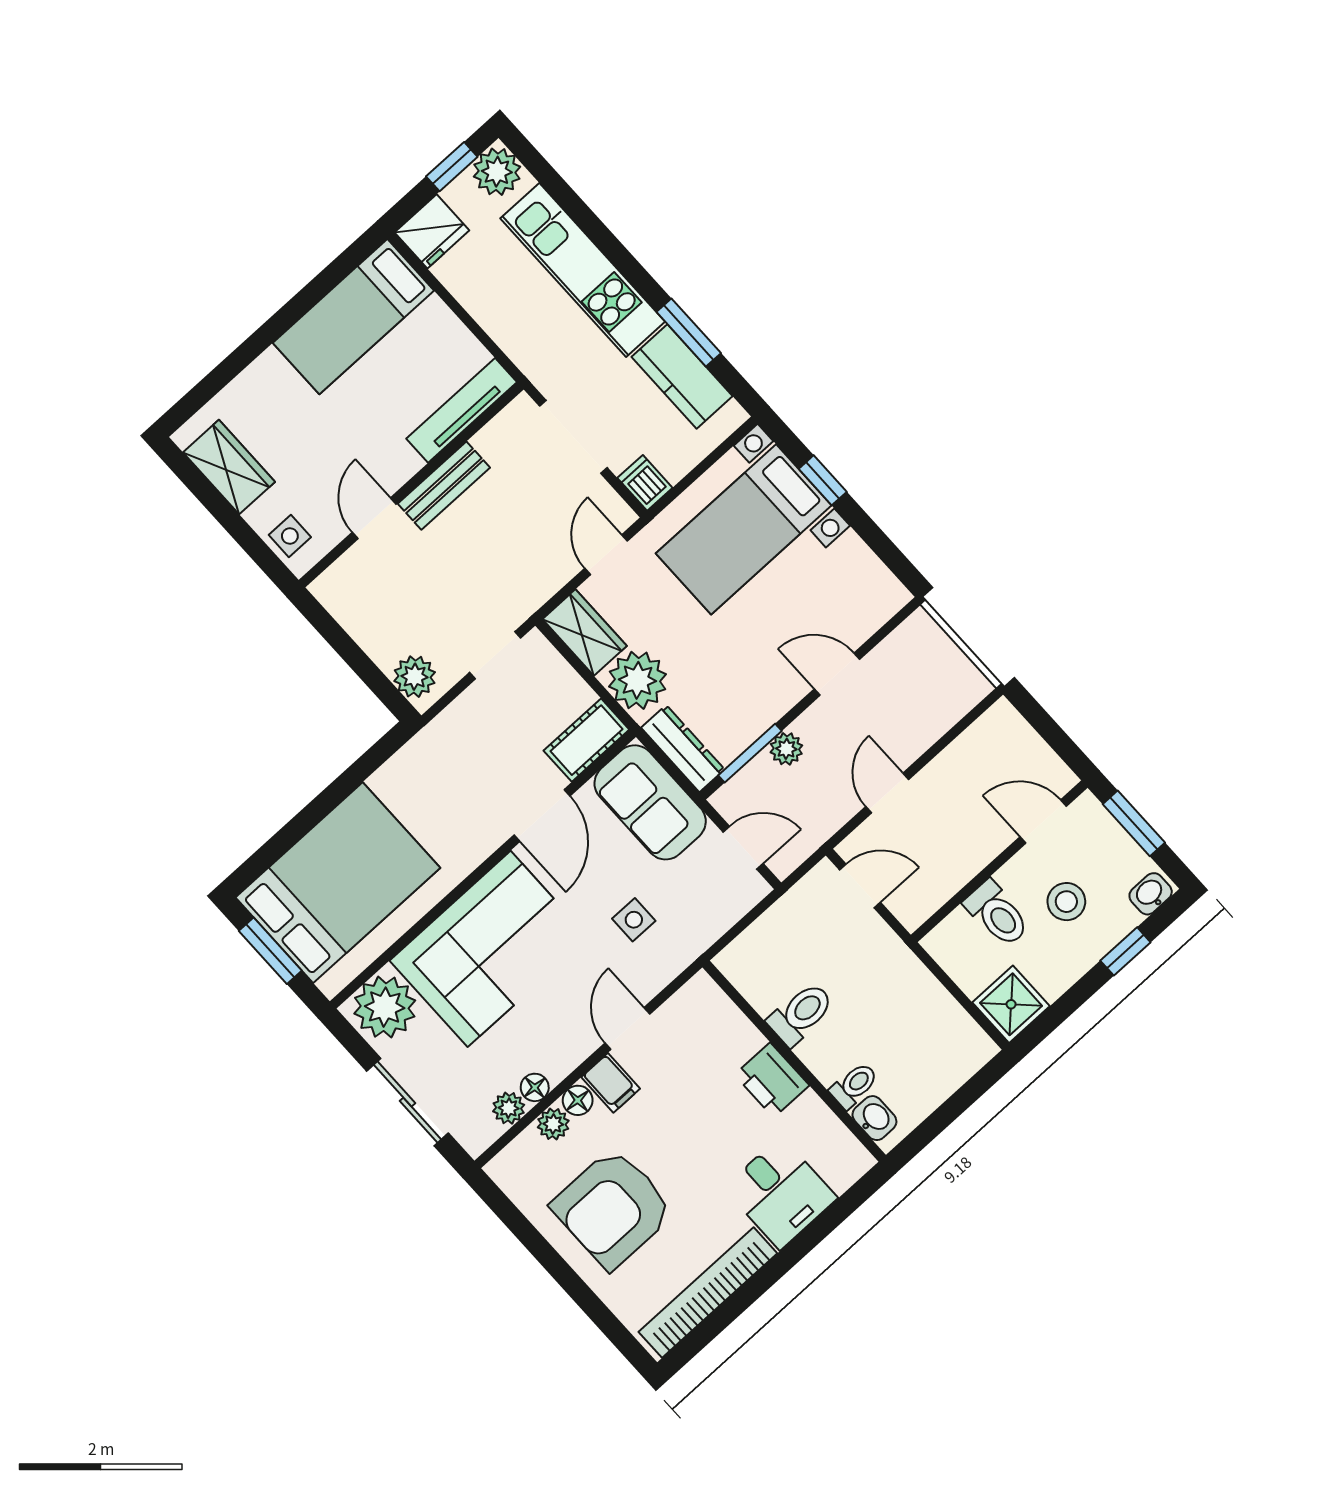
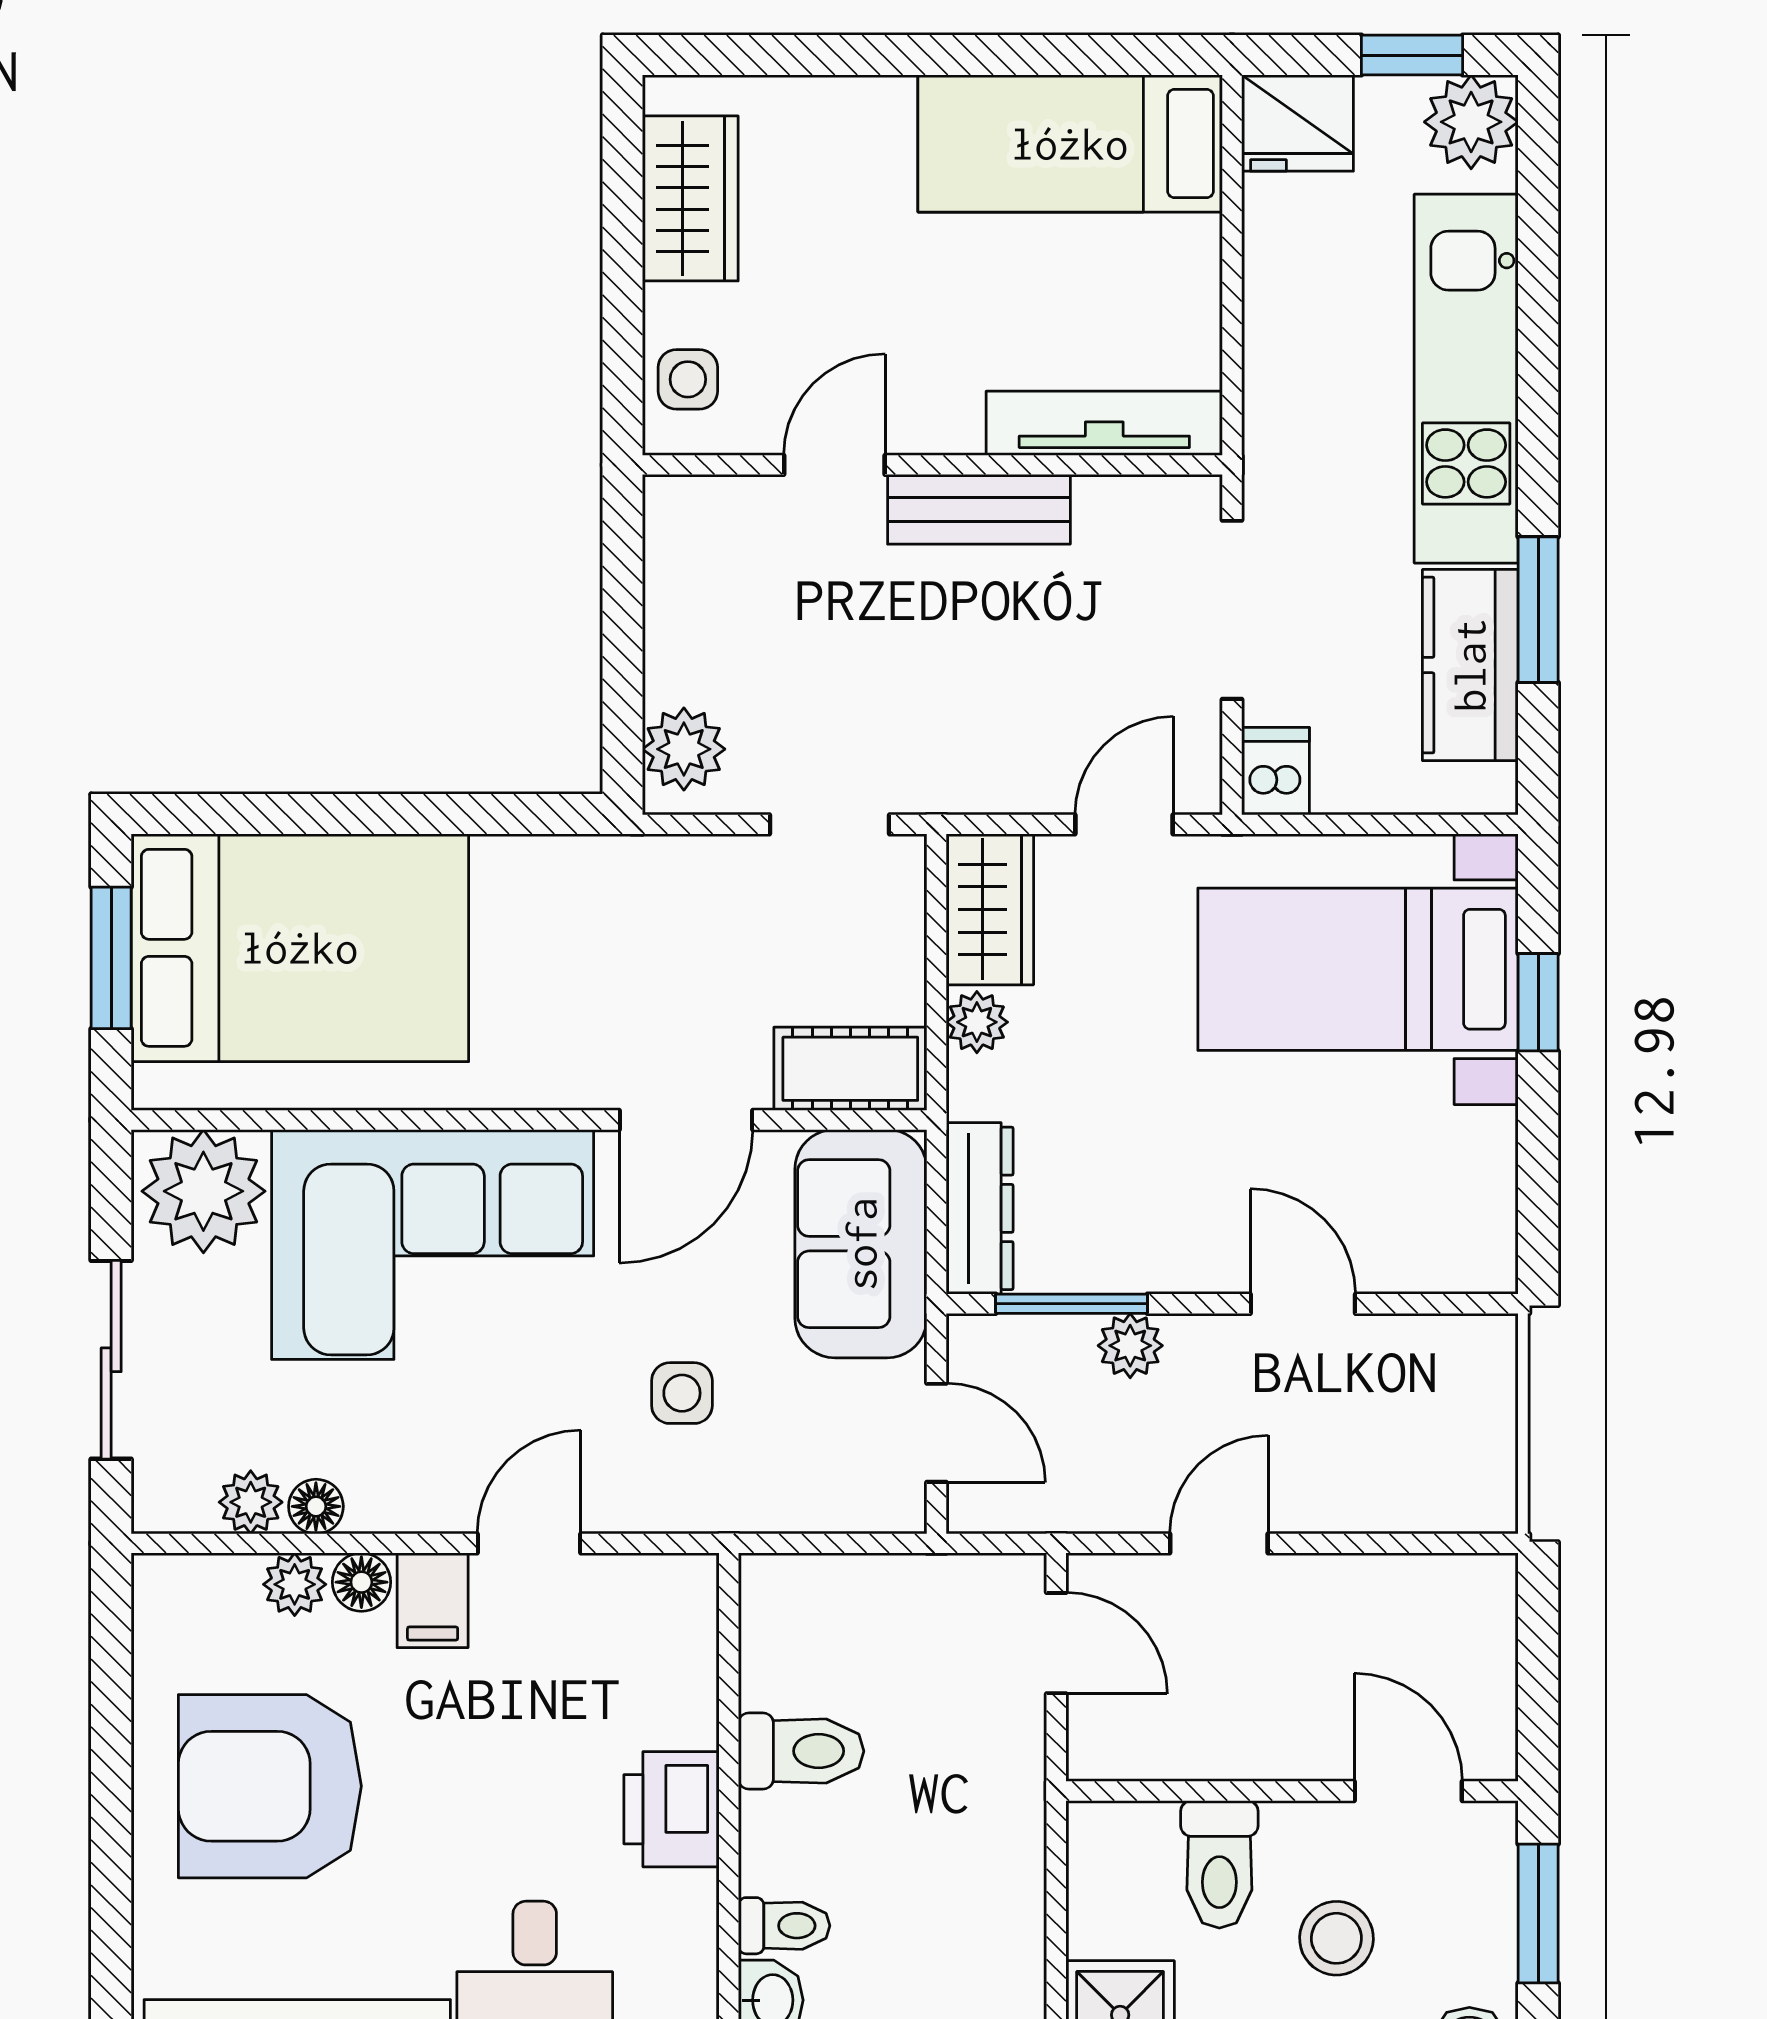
plant: (637, 680) -> (977, 1022), width x0.53, depth x0.53

